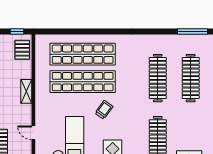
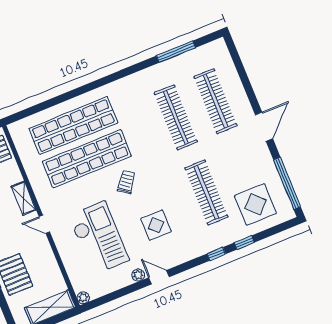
window: (193, 31) -> (176, 52), moved
door: (33, 133) -> (44, 224), moved

